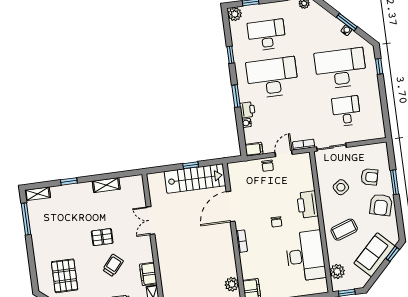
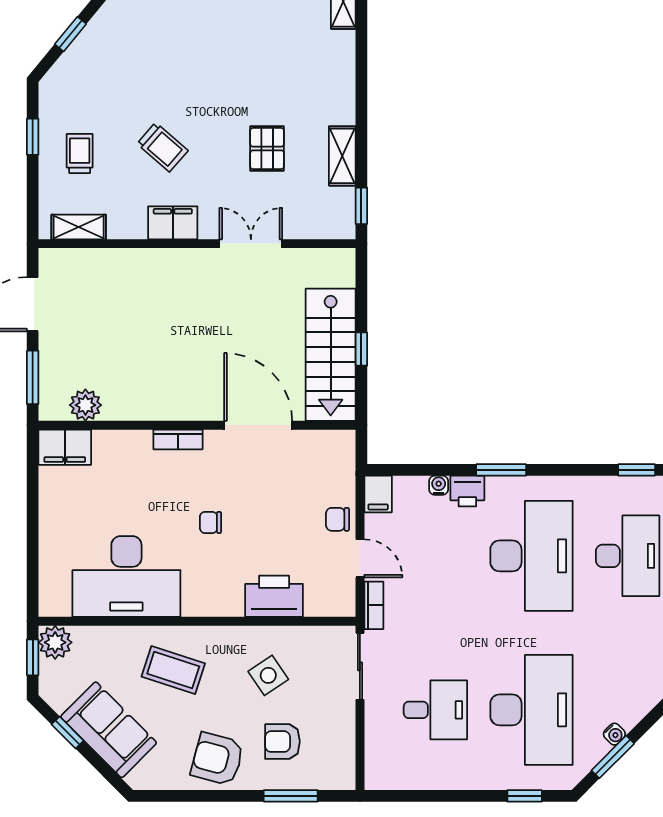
window: (347, 22) -> (613, 757), moved
window: (231, 55) -> (637, 470), moved
armchair: (369, 177) -> (282, 742), turned 77
window: (69, 181) -> (361, 206), moved
window: (395, 182) -> (291, 796), moved
printer: (308, 205) -> (274, 596), moved
coffee table: (344, 230) -> (173, 670), turned -53
pallet: (102, 237) -> (267, 148), moved
window: (393, 254) -> (68, 732), moved
plant: (337, 271) -> (55, 642), moved
filing cabinet: (148, 274) -> (173, 223), moved
pallet: (65, 276) -> (154, 37), removed

